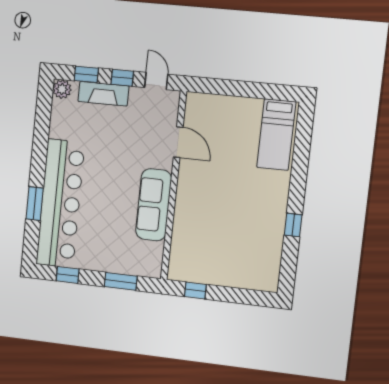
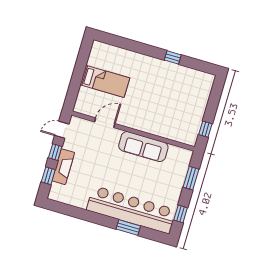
plant: (62, 89) -> (55, 194), removed
bed: (276, 135) -> (105, 81), moved

